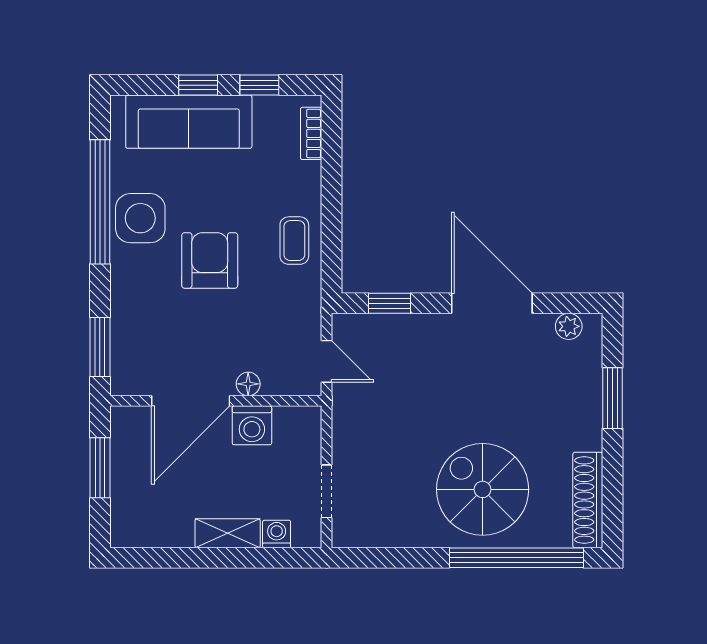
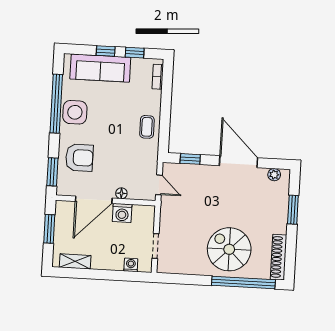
armchair: (210, 260) -> (79, 158), moved, turned 90
shelving: (228, 533) -> (75, 261), moved

